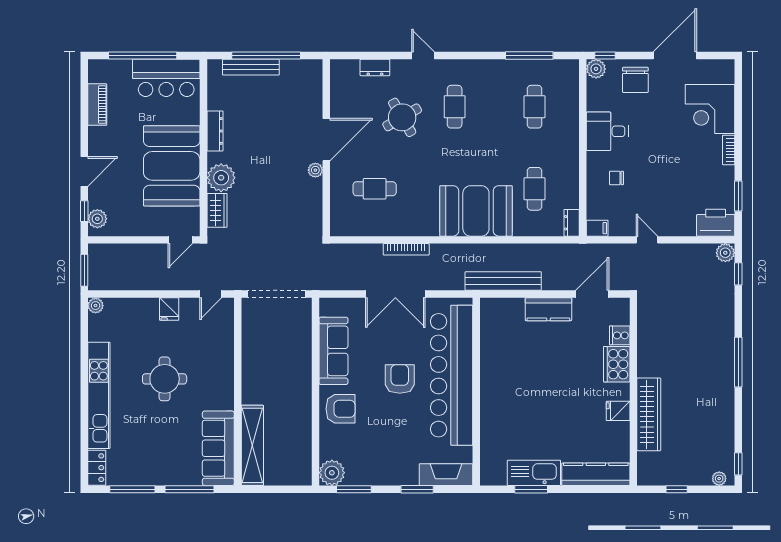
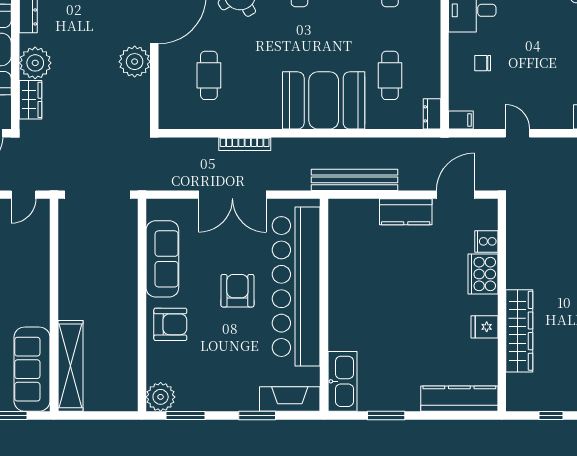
plant: (315, 170) -> (135, 62), width x1.88, depth x1.88
cafe table: (375, 189) -> (209, 75), turned 90
kitchen sink: (534, 473) -> (342, 381), moved, turned 90

